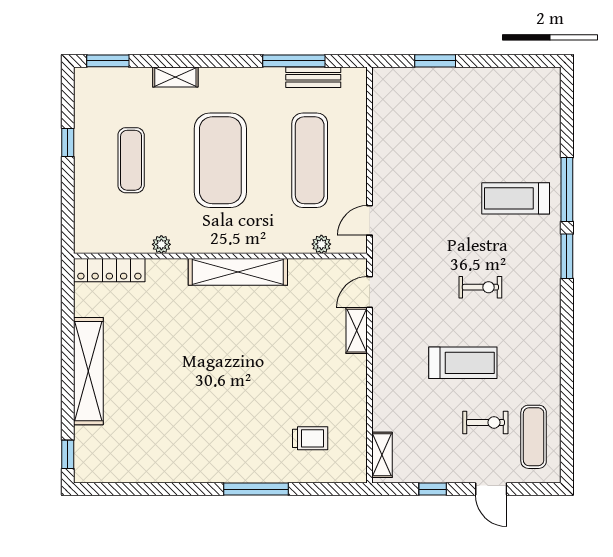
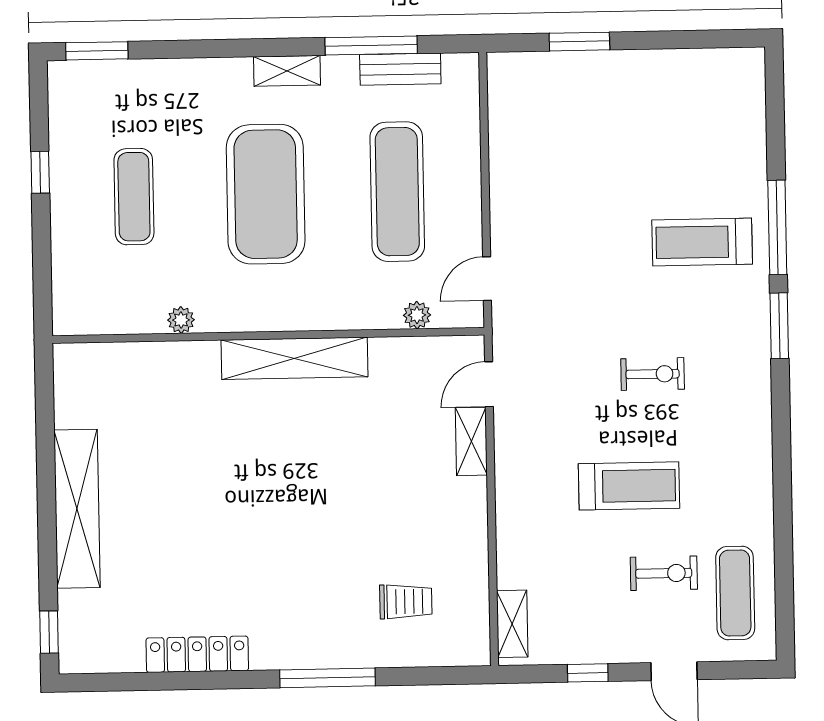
shelving: (175, 77) -> (287, 71), moved
locker: (109, 270) -> (197, 654), moved, turned 180

